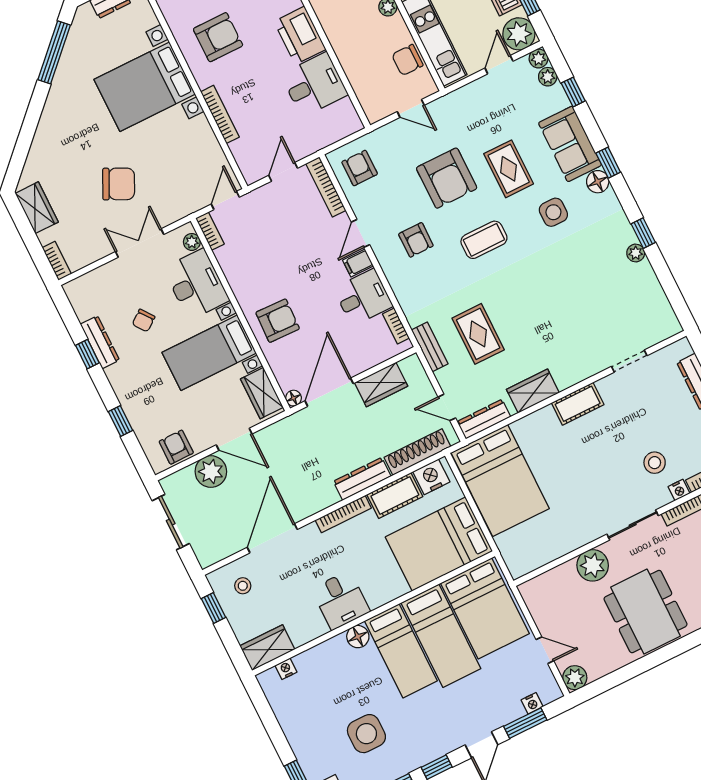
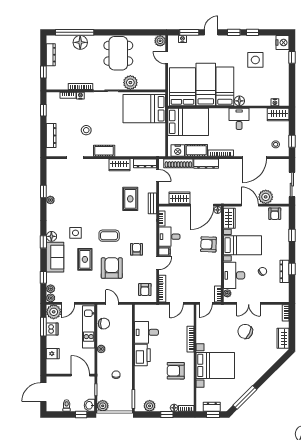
window: (643, 233) -> (43, 191), moved
stool: (655, 463) -> (86, 130), moved
bed: (500, 481) -> (144, 109), moved, turned -90

